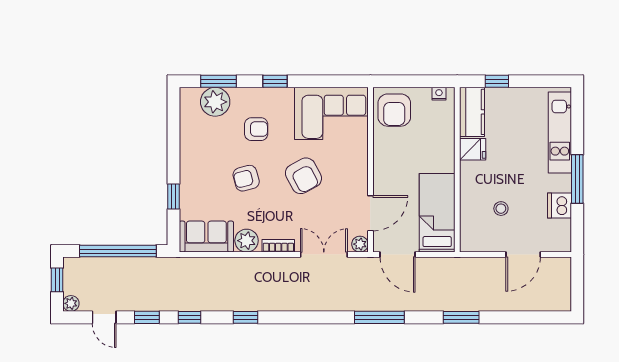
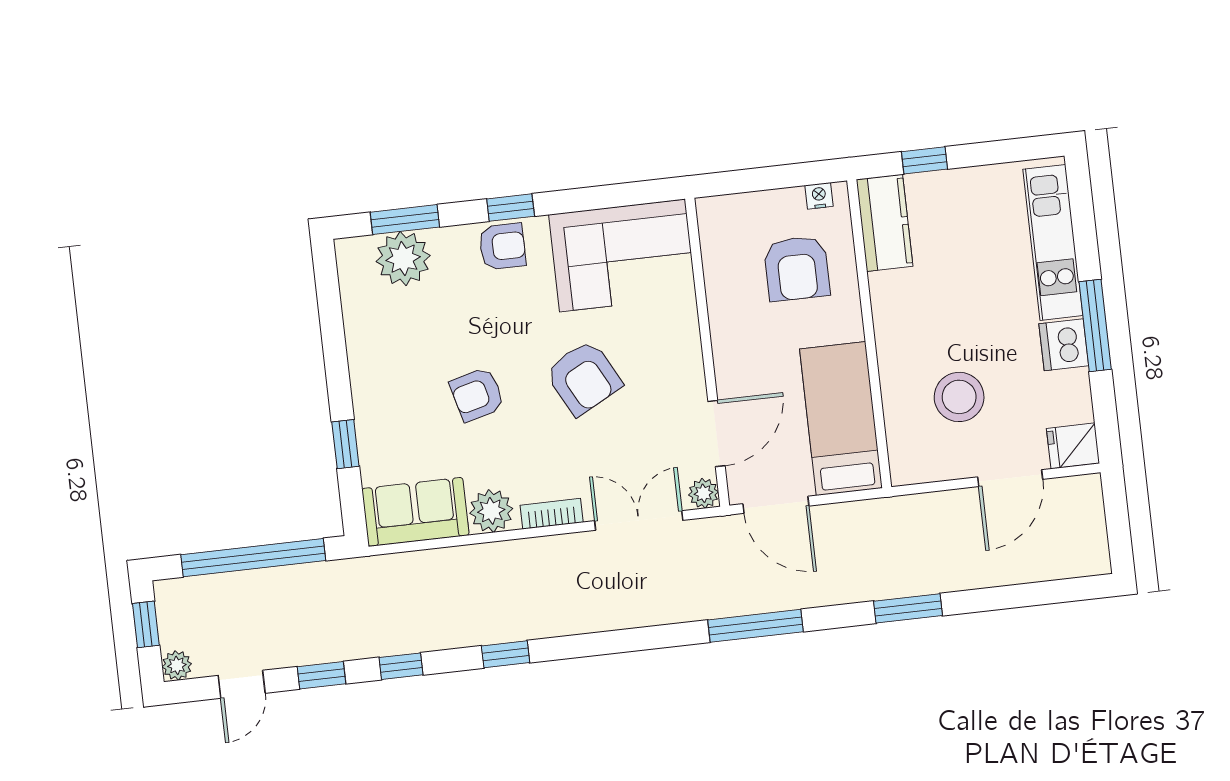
armchair: (394, 110) -> (797, 268), moved
armchair: (256, 129) -> (502, 246), moved
fridge: (473, 149) -> (1073, 446), moved, turned 180
dishwasher: (559, 205) -> (1064, 345), moved
stool: (501, 209) -> (959, 397), width x1.89, depth x1.89
door: (104, 317) -> (242, 684), hinge flipped

